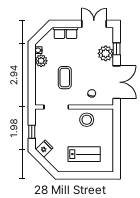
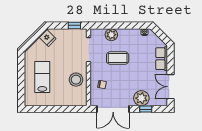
double door: (94, 24) -> (171, 87), swing flipped
plant: (41, 61) -> (111, 35), moved
window: (32, 132) -> (74, 25), moved
lab bench: (84, 154) -> (42, 77), turned 180

